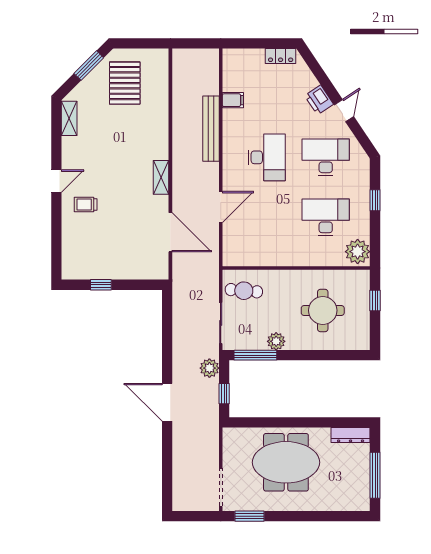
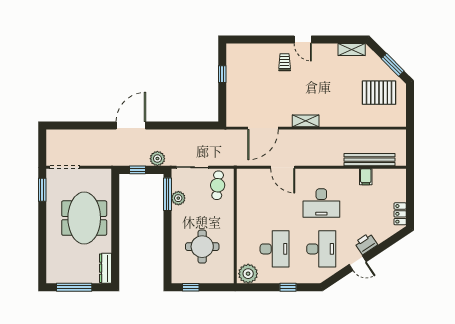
bench: (211, 129) -> (369, 160), moved
window: (375, 300) -> (191, 287), moved
plant: (276, 341) -> (178, 198), moved

